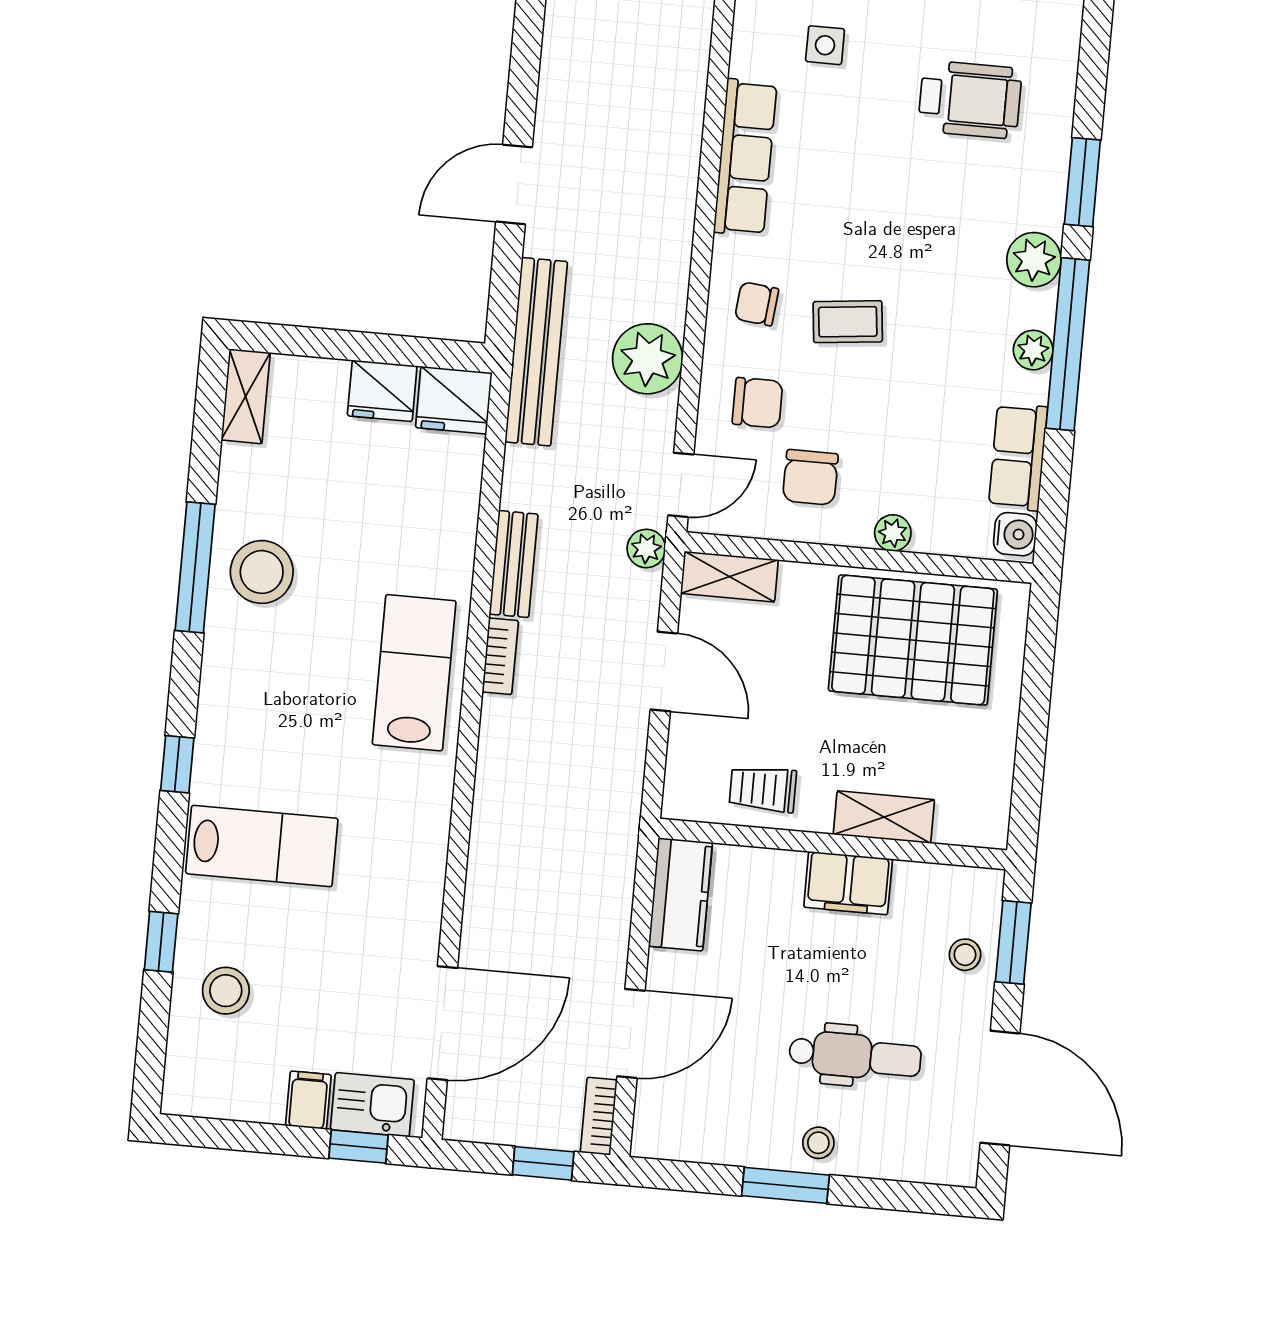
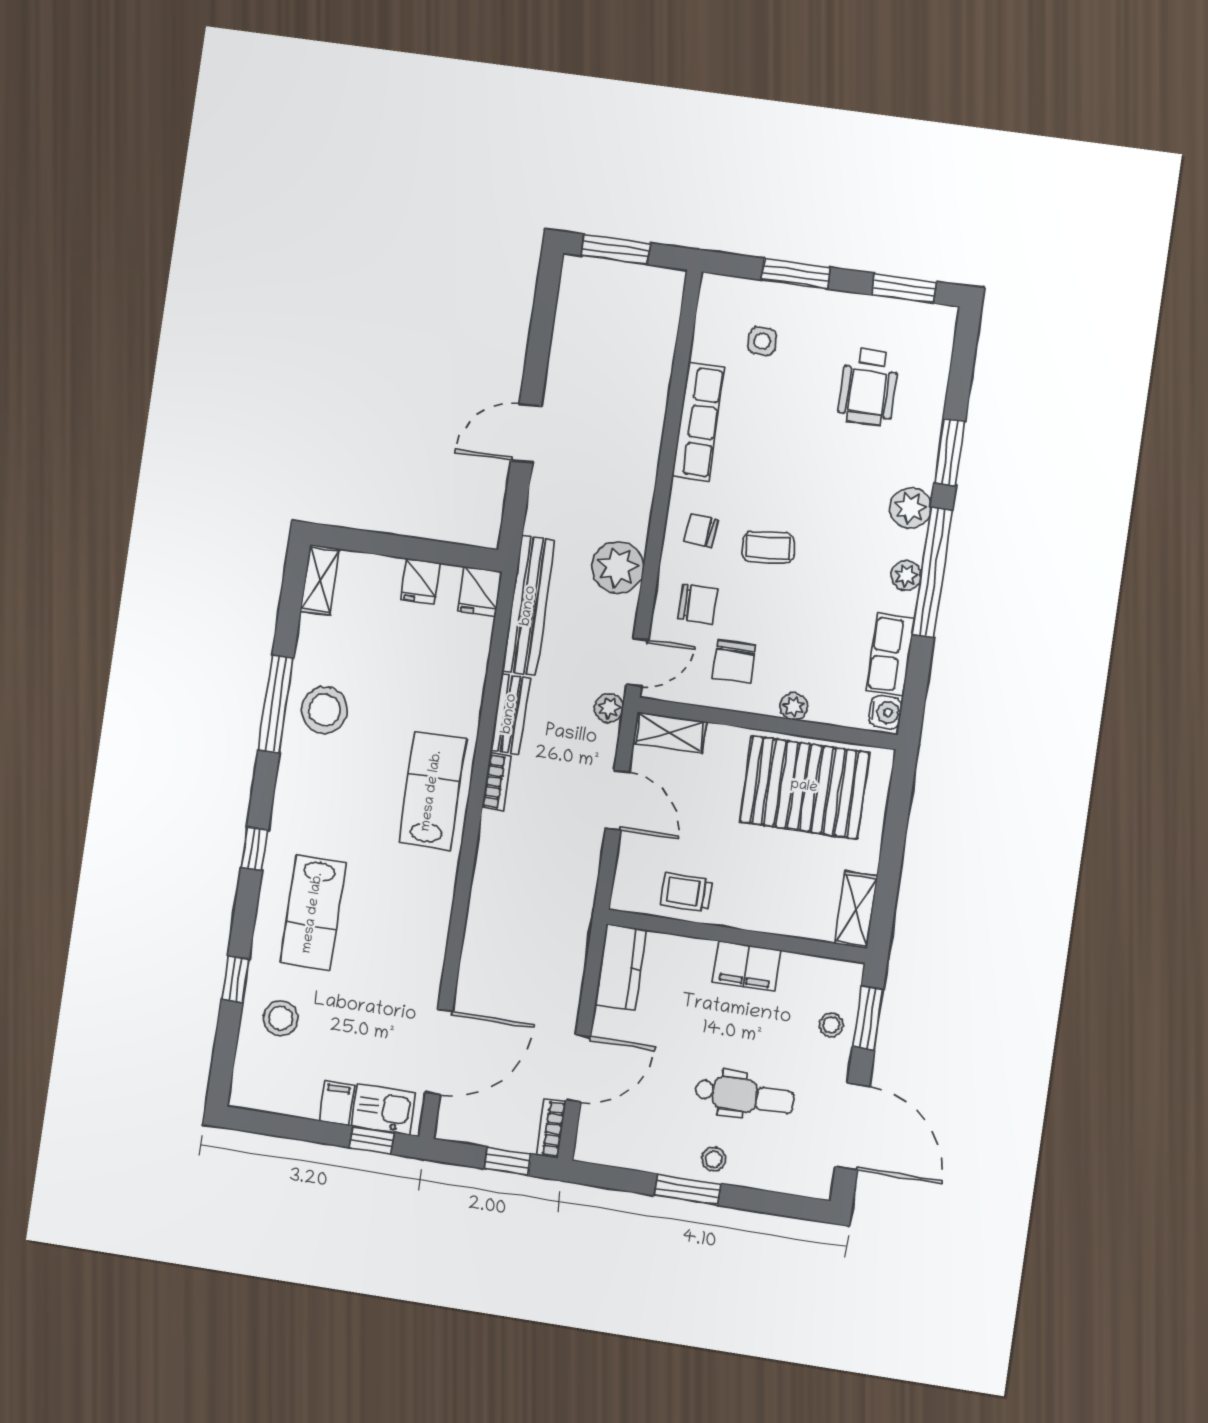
wheelchair: (970, 100) -> (868, 387), turned 90
bench: (536, 352) -> (529, 606), moved
fridge: (382, 391) -> (420, 581), width x0.72
fridge: (454, 400) -> (480, 592), width x0.72
shelving: (884, 817) -> (856, 910), moved, turned 90
lab bench: (262, 846) -> (313, 913), turned 90

